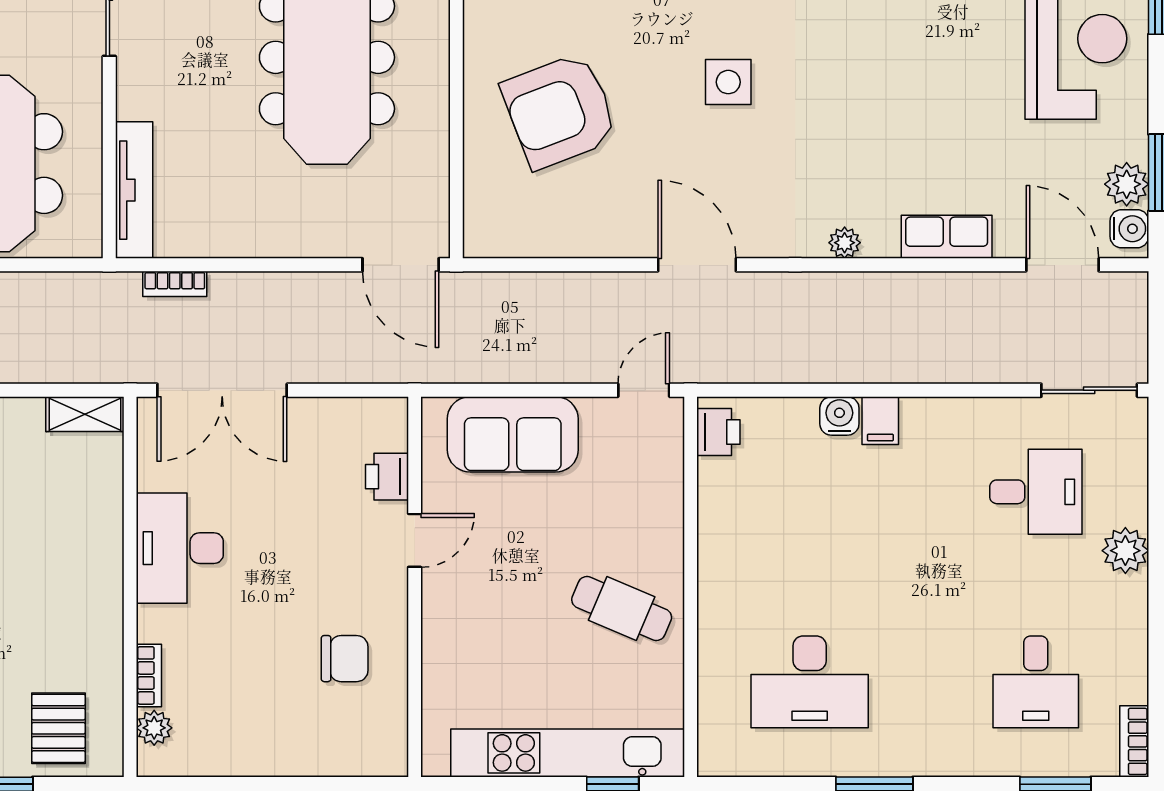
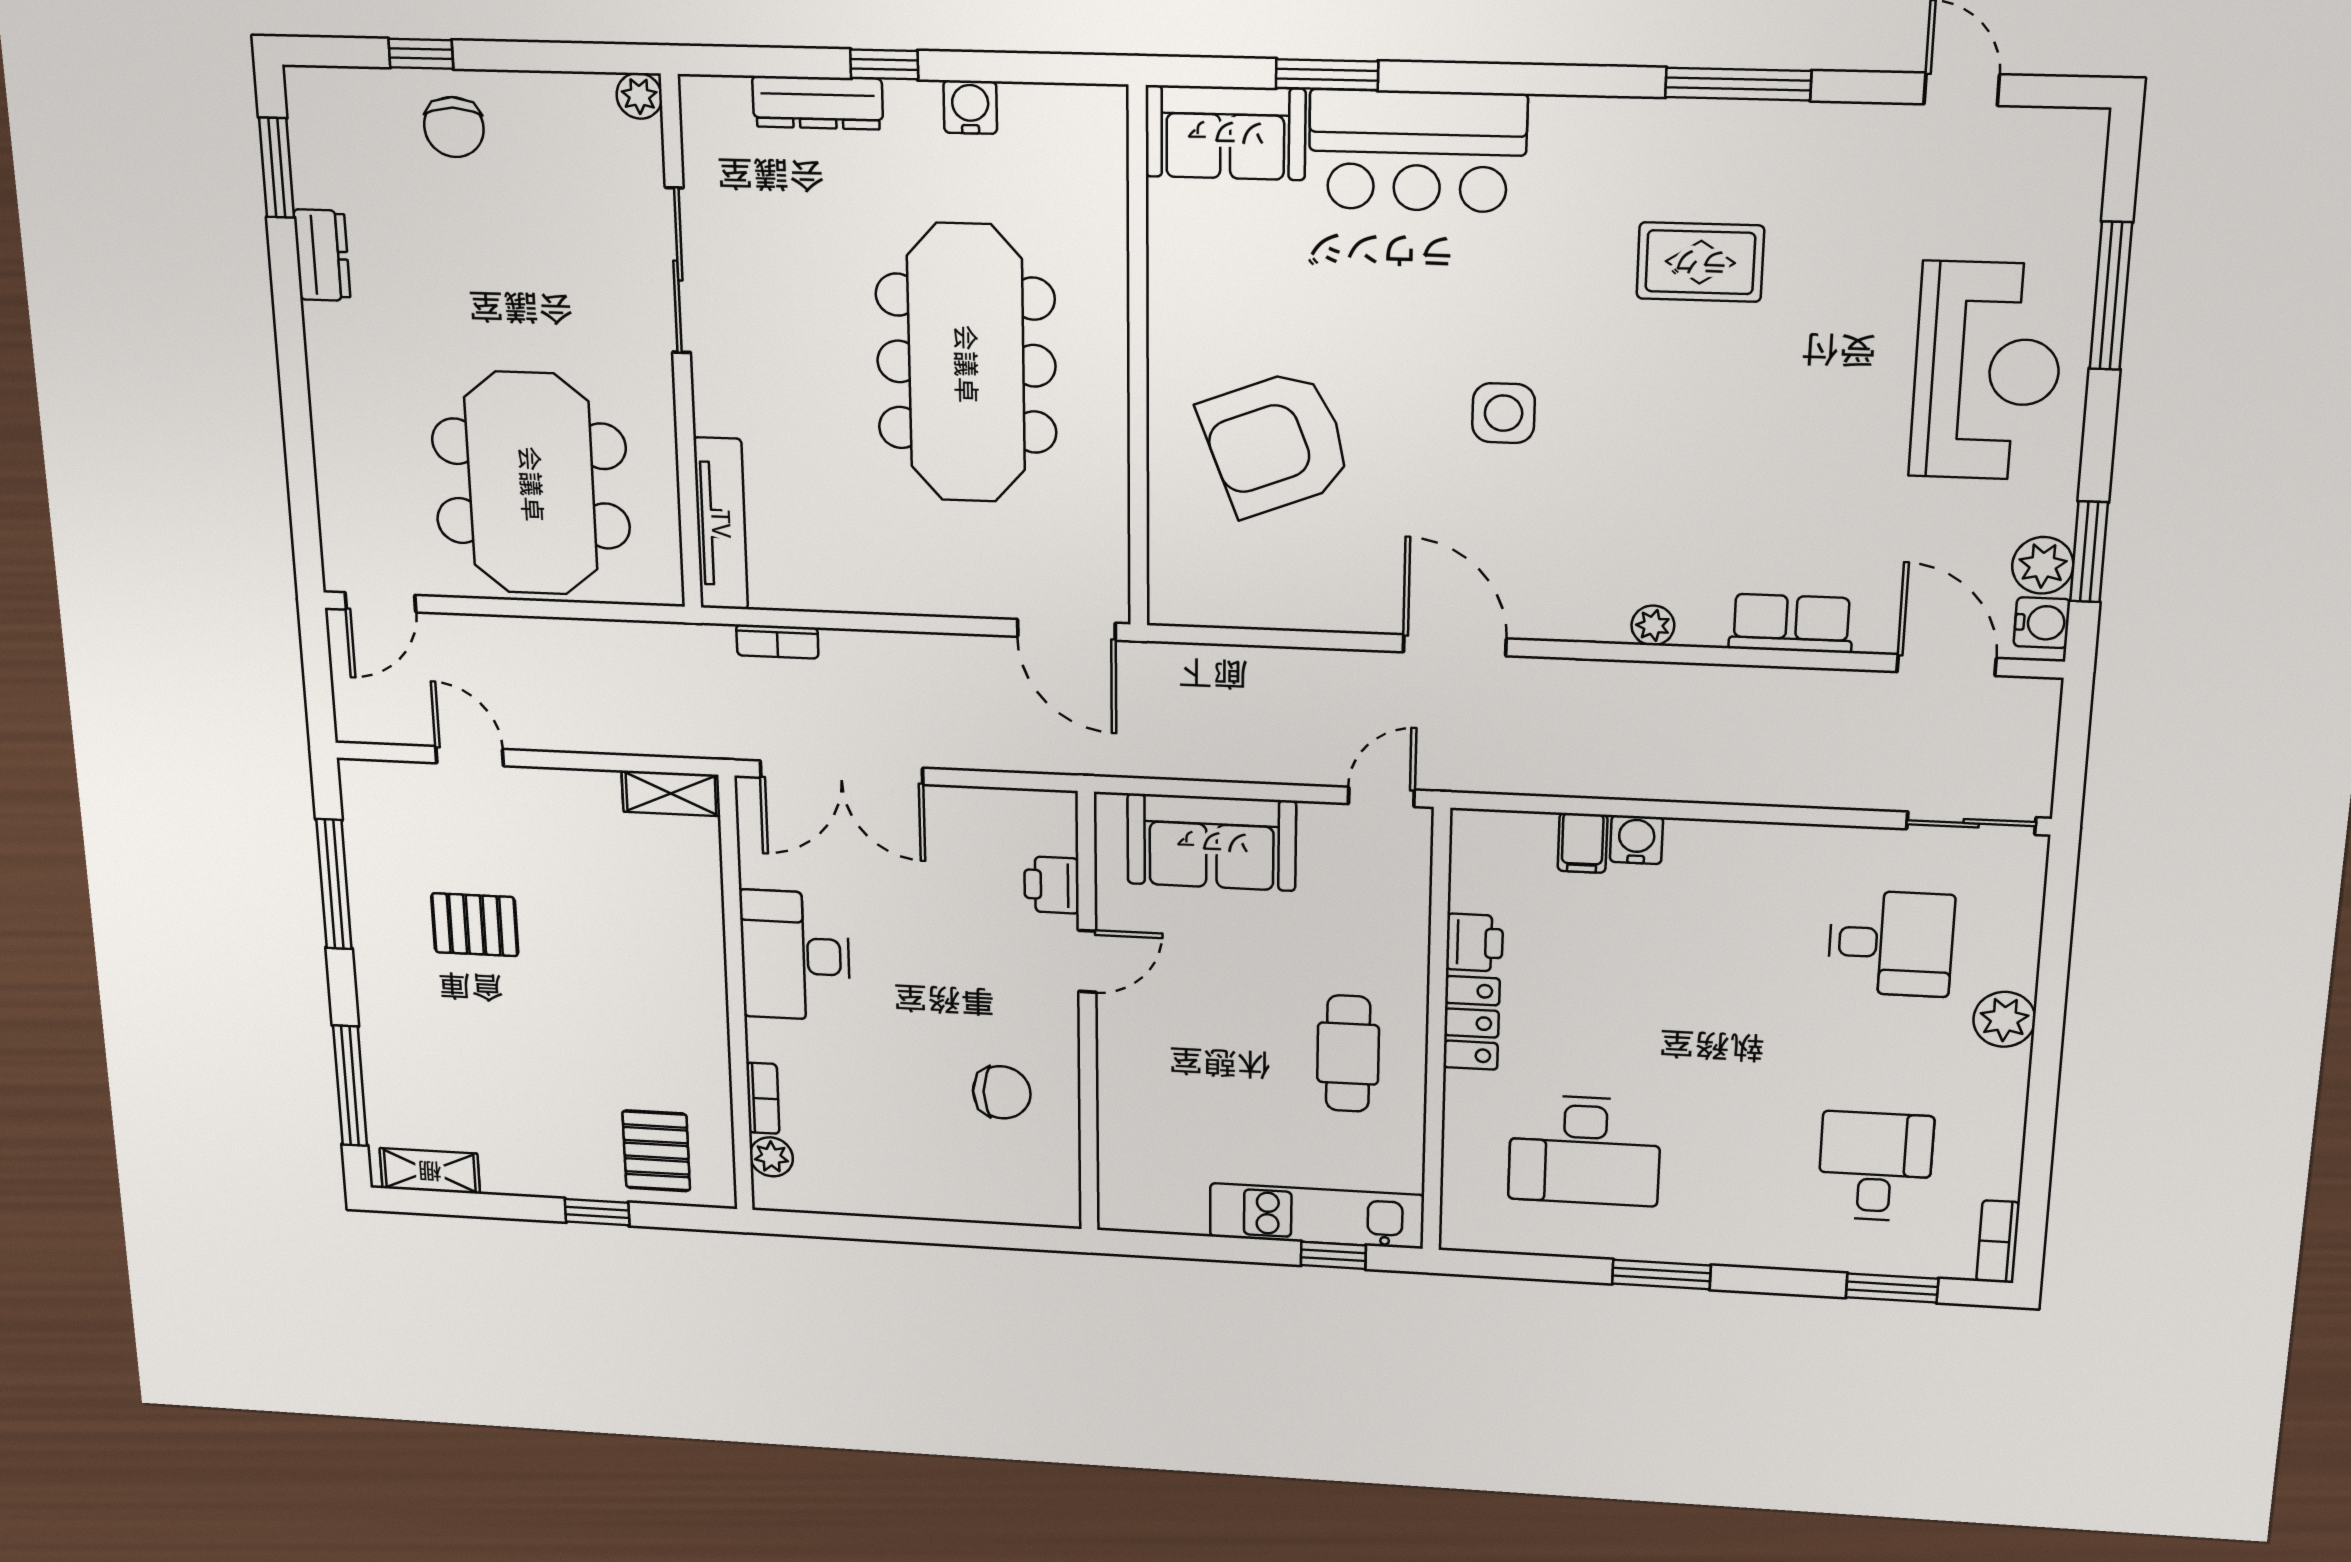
filing cabinet: (880, 421) -> (1583, 843), moved
printer: (718, 432) -> (1475, 943), moved
locker: (718, 577) -> (1471, 1023), added
cafe table: (622, 609) -> (1348, 1054), turned 67
desk: (1036, 682) -> (1875, 1166), turned 180
kitchen unit: (568, 753) -> (1317, 1216), width x0.73

